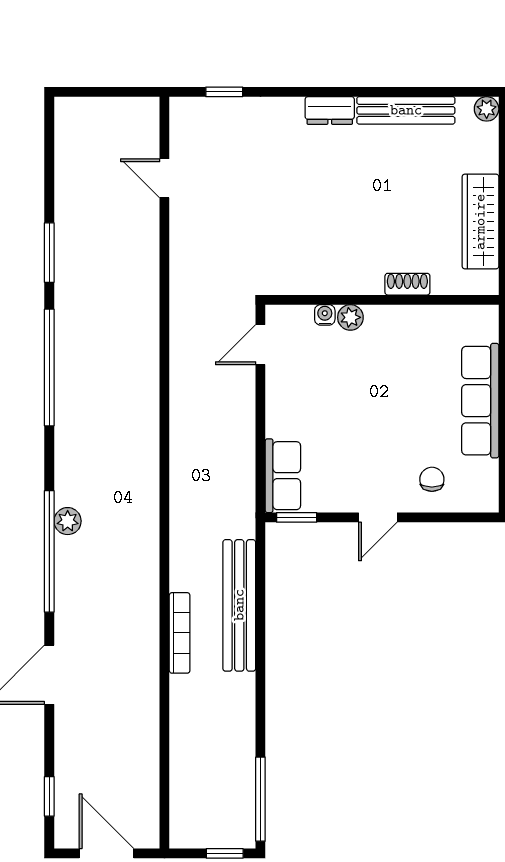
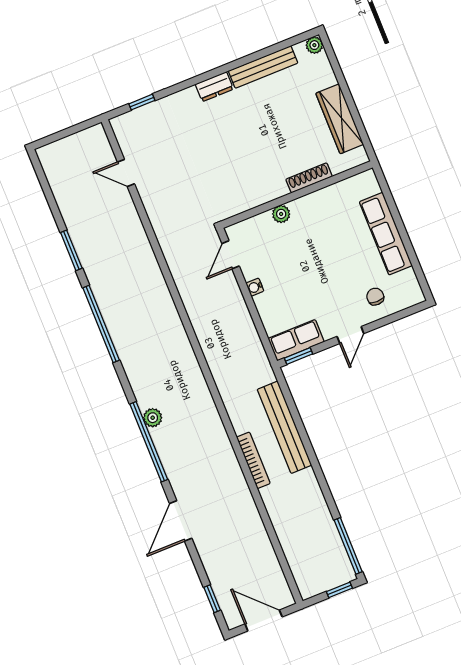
shoe rack: (407, 284) -> (309, 178), width x1.43
water cooler: (325, 315) -> (255, 287), moved, turned -90
row of seats: (283, 476) -> (296, 340), moved, turned -90

